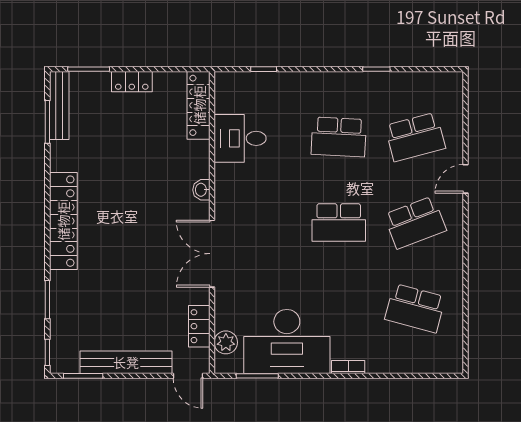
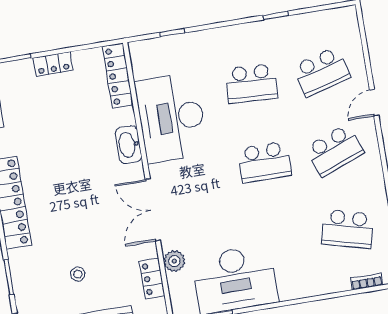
desk: (240, 138) -> (171, 118), width x1.87, depth x1.30
washbasin: (201, 190) -> (128, 145), width x1.91, depth x1.45
stool: (121, 309) -> (78, 274), added
plant: (226, 342) -> (174, 261), moved
bookcase: (348, 367) -> (367, 281), moved

